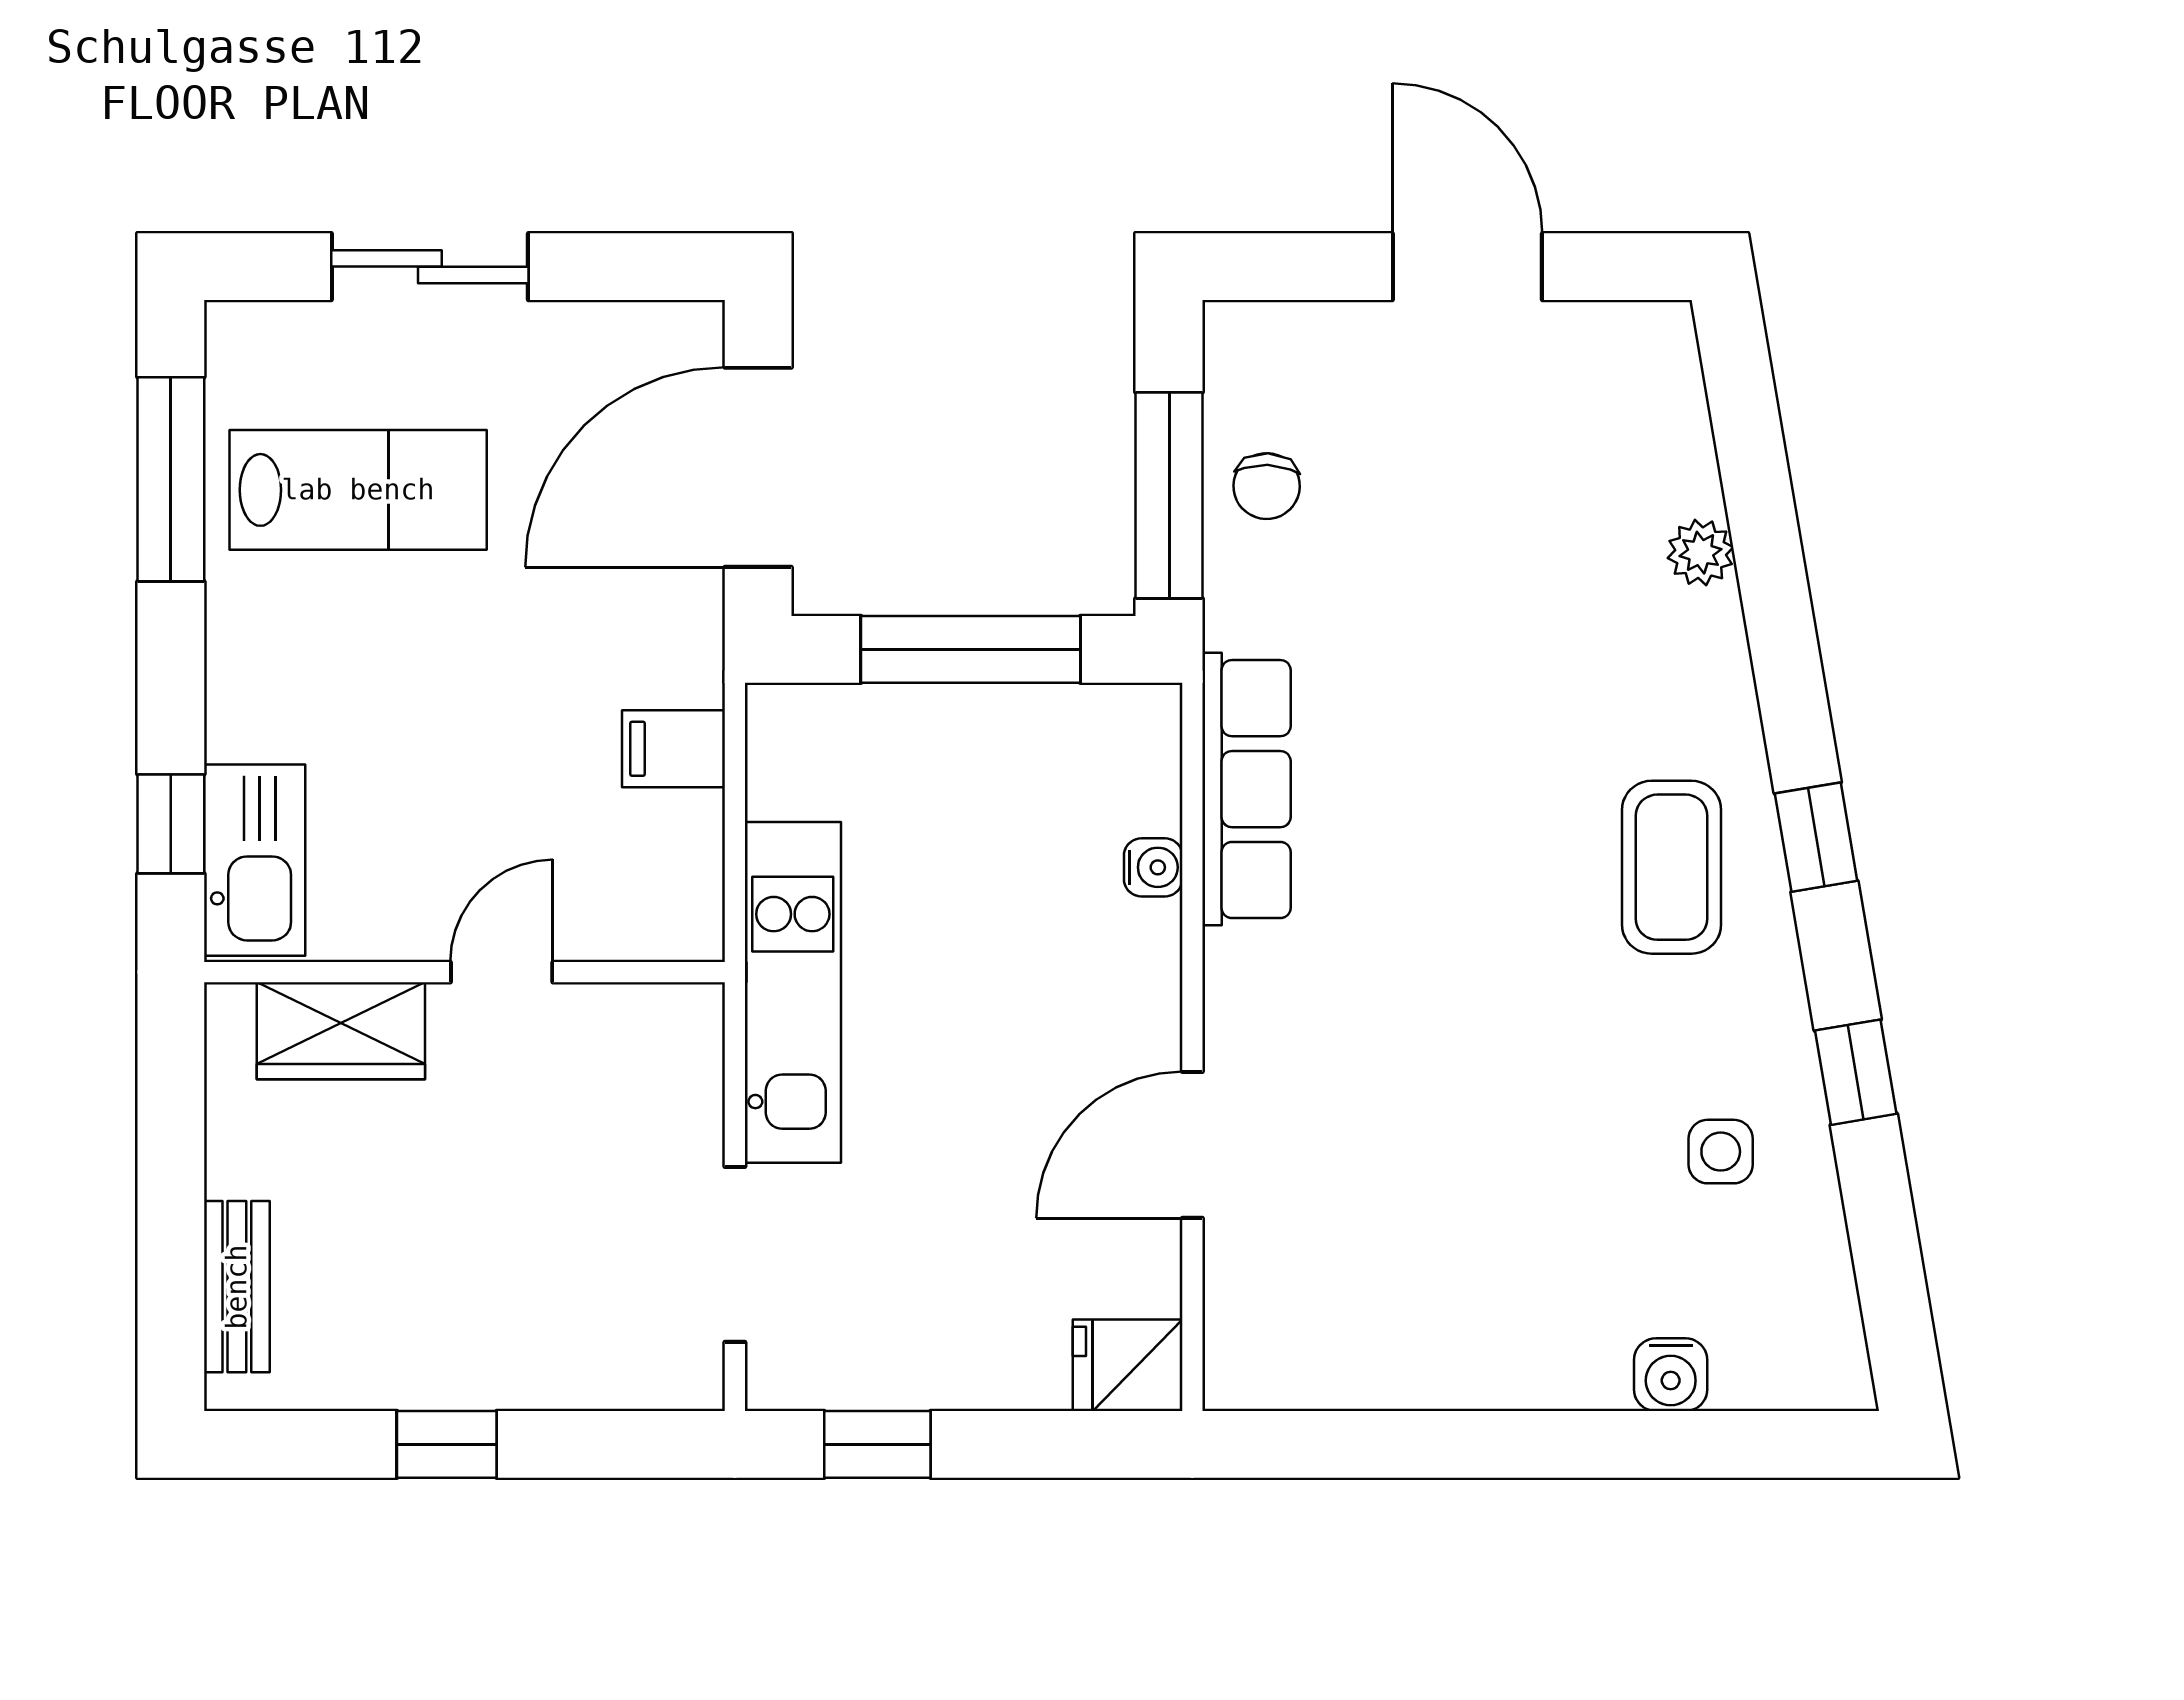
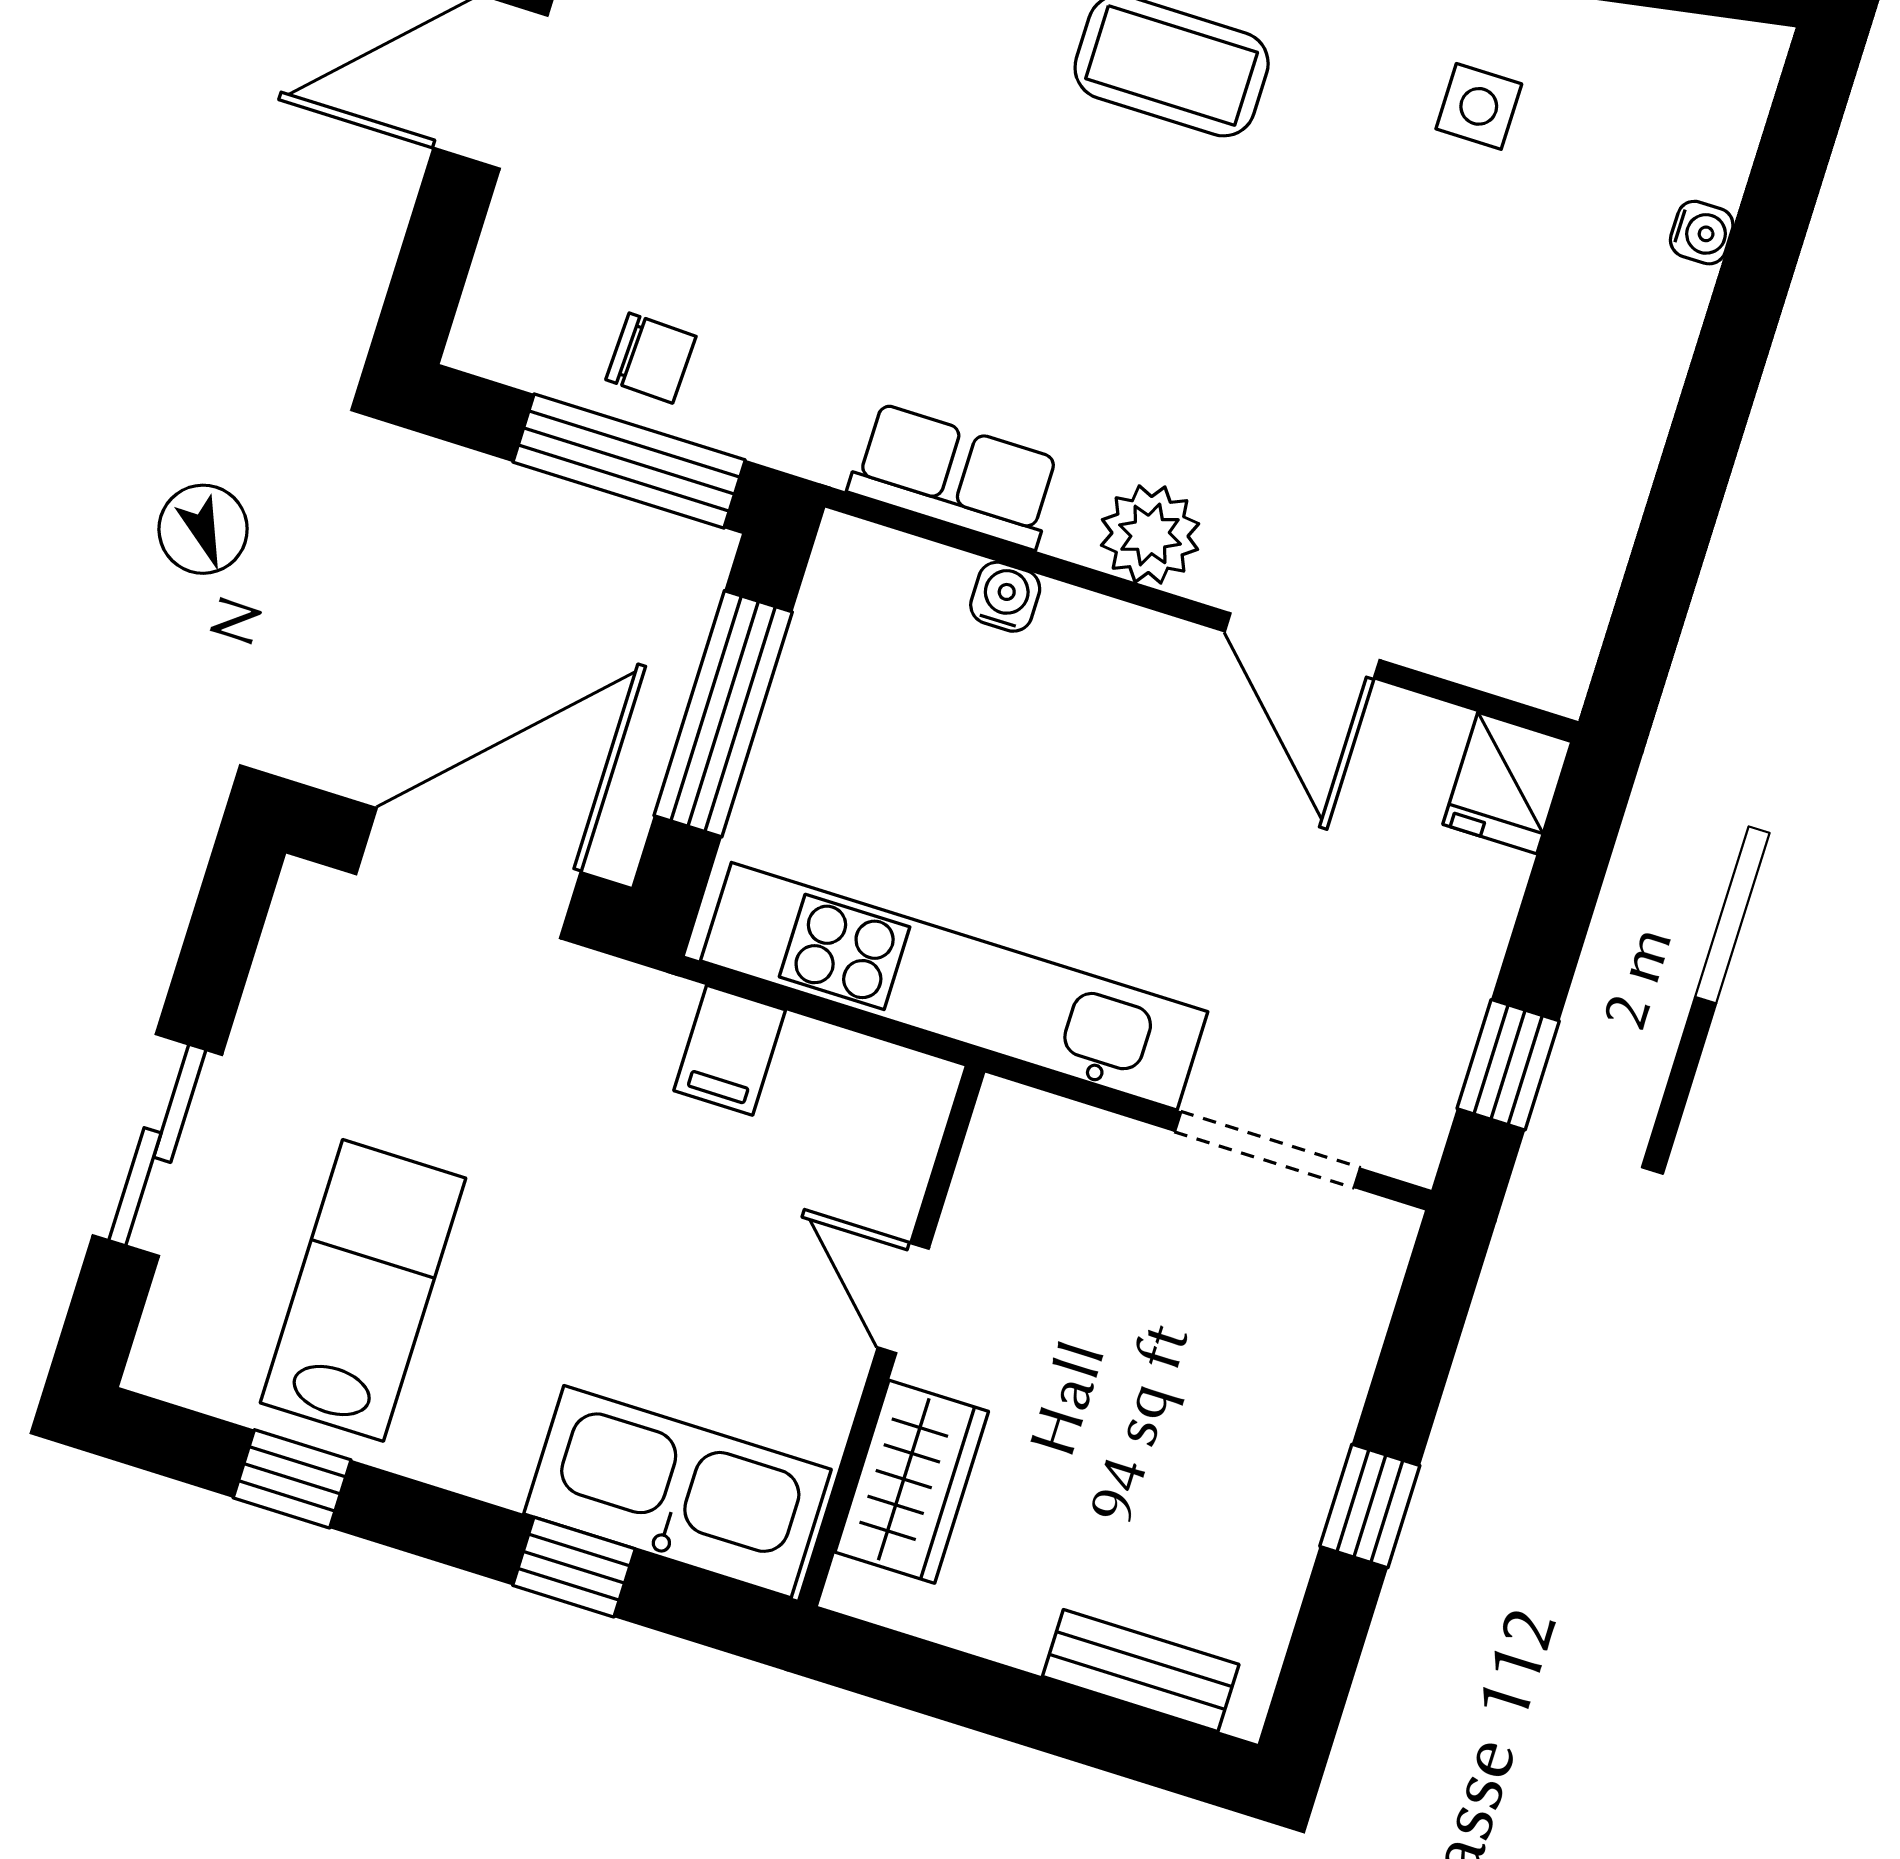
door: (758, 467) -> (468, 873), swing flipped
window: (171, 479) -> (292, 1479), width x0.46
row of seats: (1246, 789) -> (955, 476), width x0.68
window: (171, 824) -> (574, 1567), moved
kitchen sink: (255, 860) -> (677, 1492), width x1.36, depth x1.24
plant: (1249, 979) -> (1150, 534), added
kitchen unit: (793, 992) -> (954, 986), width x1.36
water cooler: (1671, 1375) -> (1702, 233), width x0.72, depth x0.72

